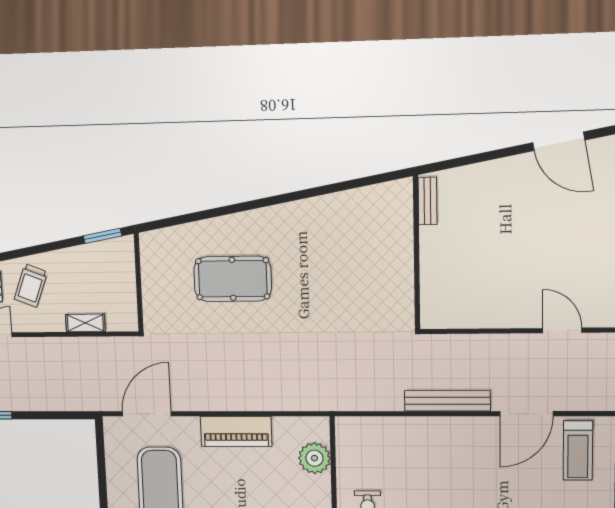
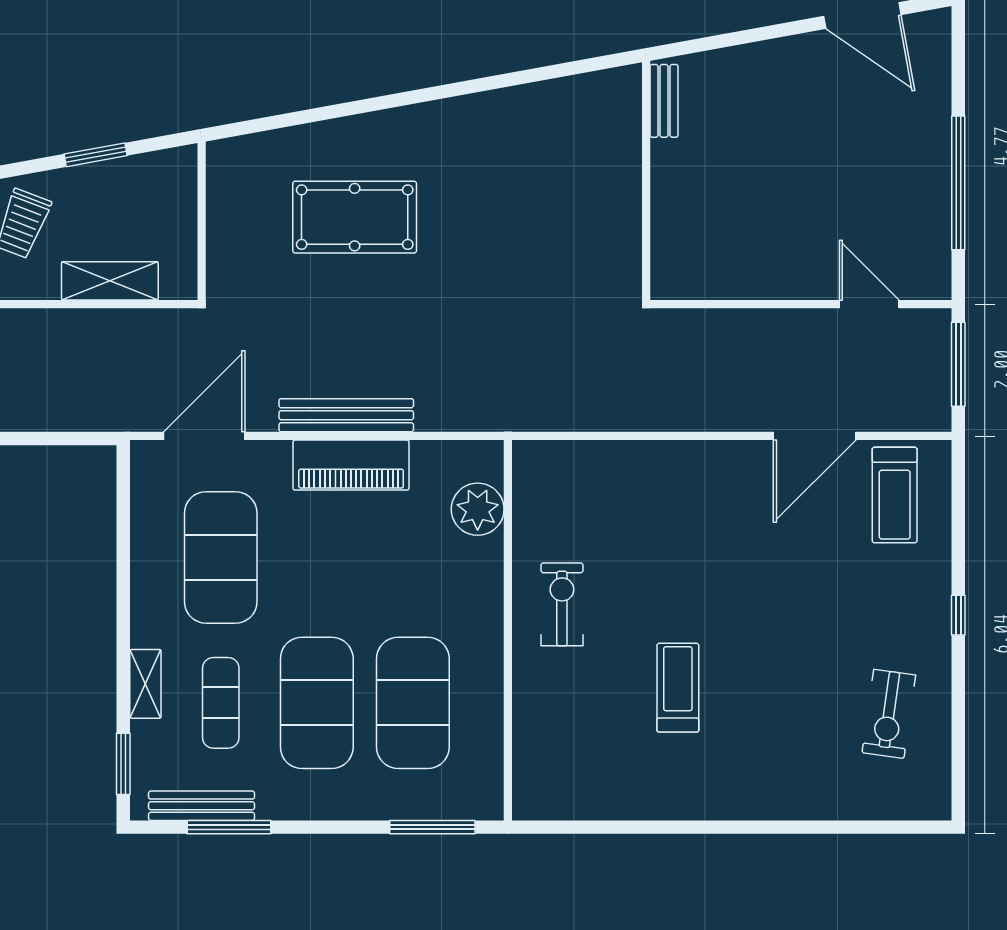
window: (103, 236) -> (96, 155), moved
shelving: (85, 323) -> (110, 281), width x1.50, depth x1.33
bench: (447, 401) -> (346, 415), moved

